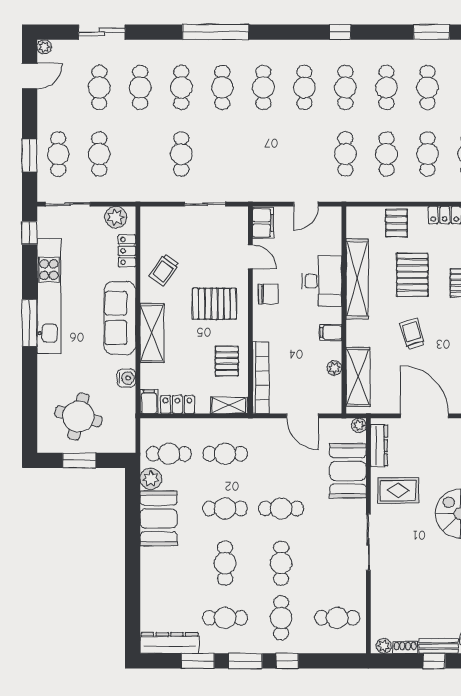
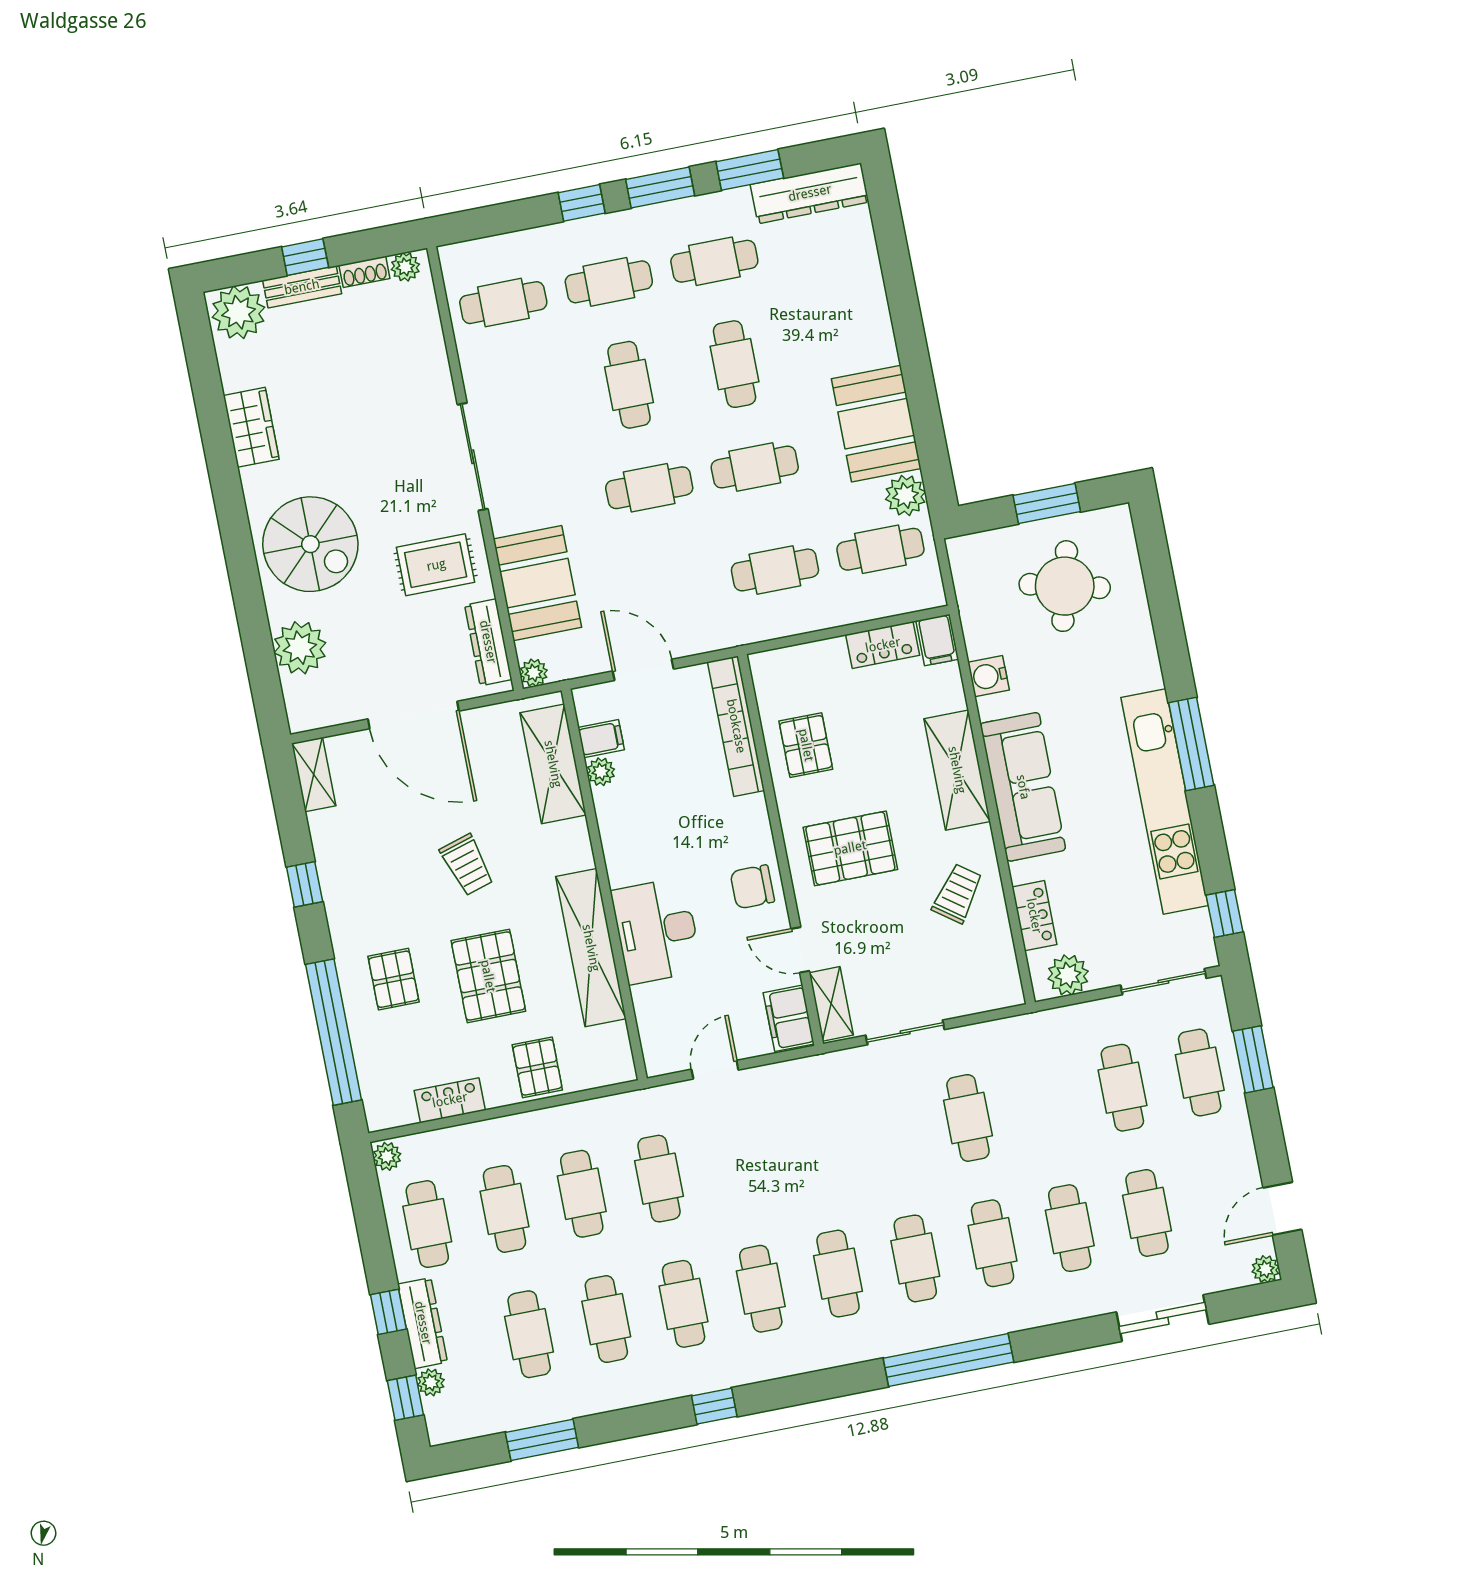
filing cabinet: (331, 332) -> (601, 739), moved
shelving: (229, 405) -> (831, 1004), moved, turned 90
cafe table: (281, 618) -> (609, 282), turned 90

